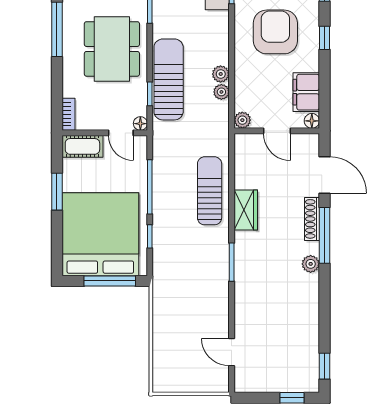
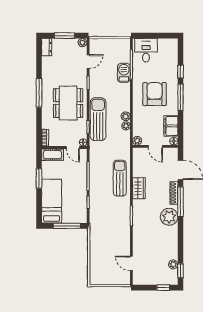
window: (324, 38) -> (181, 97), width x2.17
bed: (100, 234) -> (52, 201), width x0.49
plant: (311, 264) -> (169, 217), width x1.87, depth x1.87
plant: (311, 354) -> (173, 264), added

